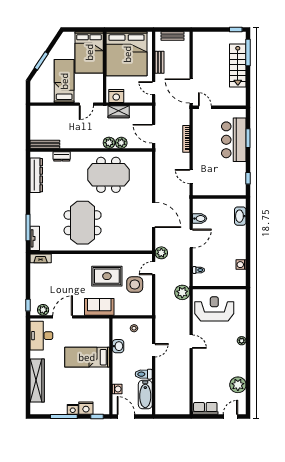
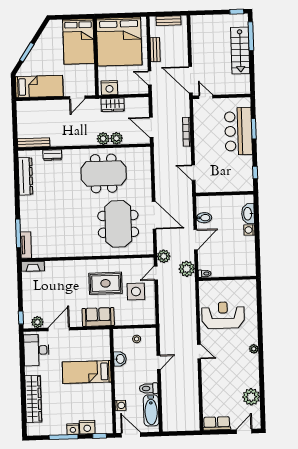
bed: (64, 81) -> (39, 86), moved, turned 90
meeting table: (83, 223) -> (118, 224), moved
washing machine: (241, 265) -> (249, 230), moved
wall: (219, 288) -> (227, 278), moved
plant: (182, 292) -> (187, 269), moved

